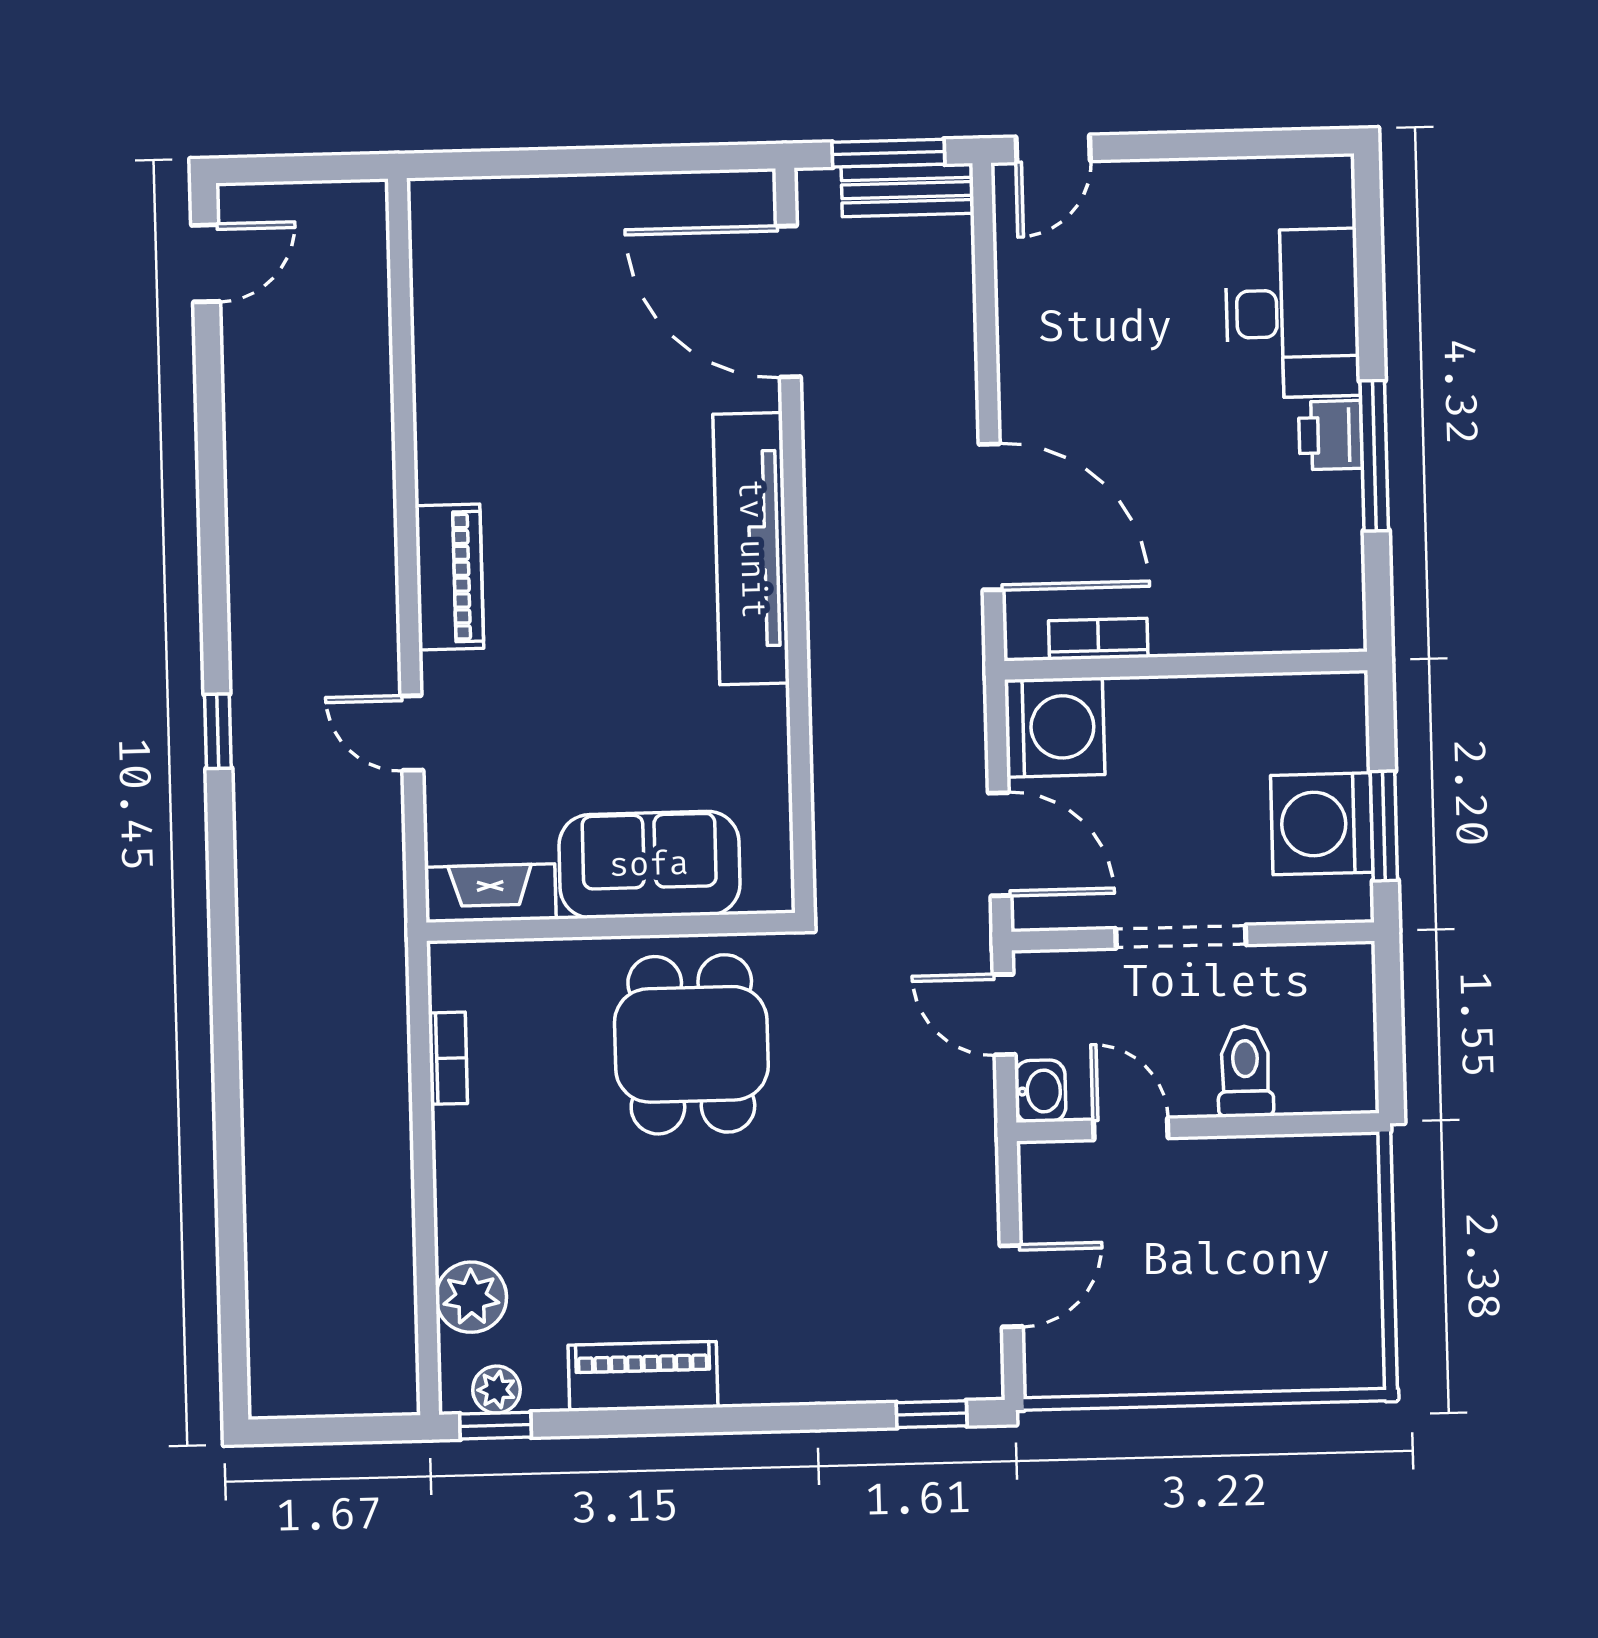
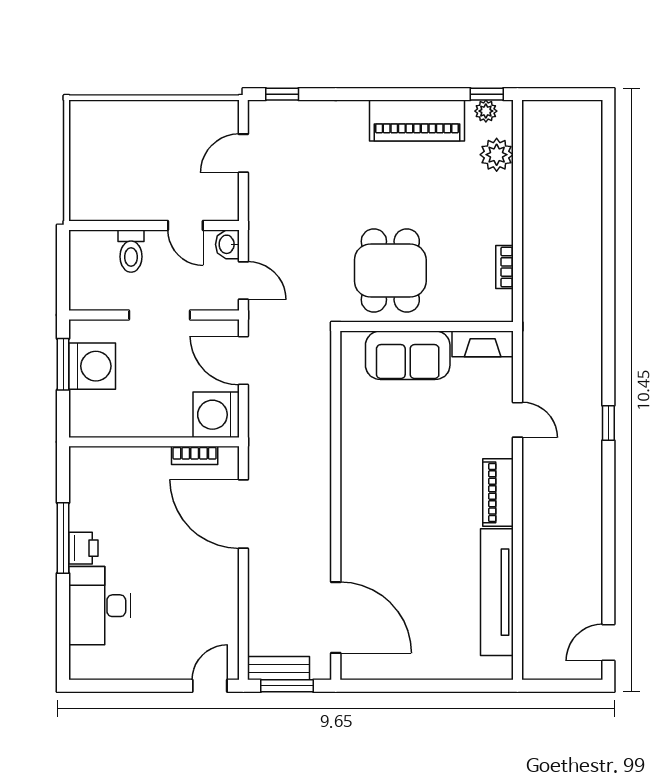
tv unit: (751, 549) -> (497, 592), moved, turned 180
piano: (643, 1376) -> (417, 121), width x1.37, depth x1.33

